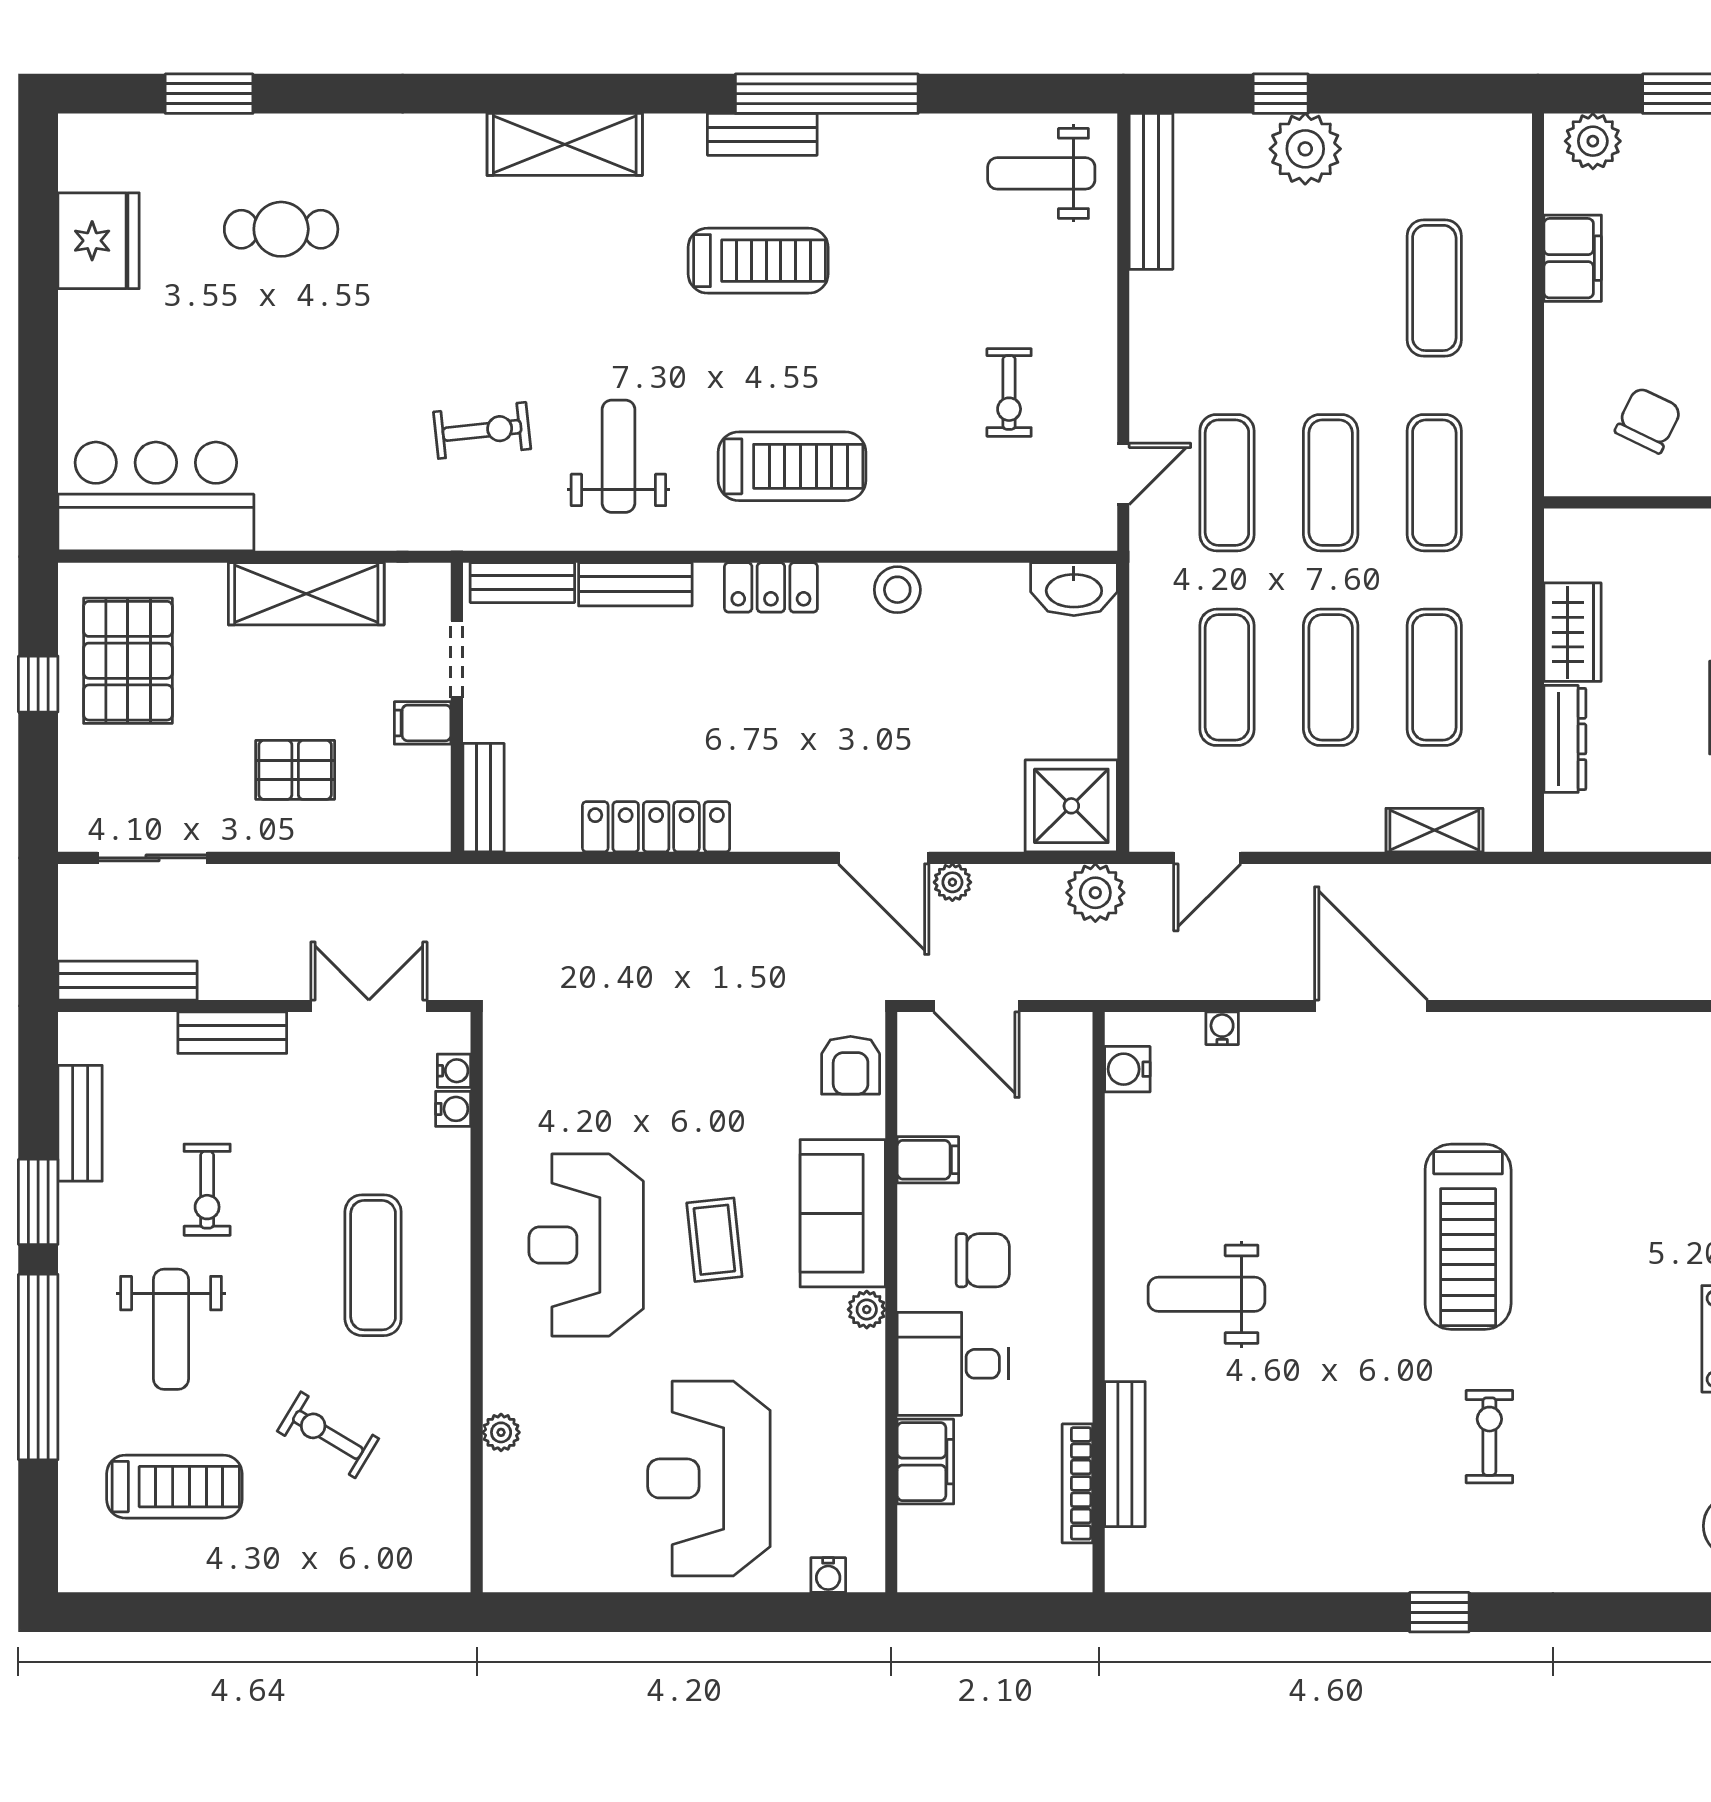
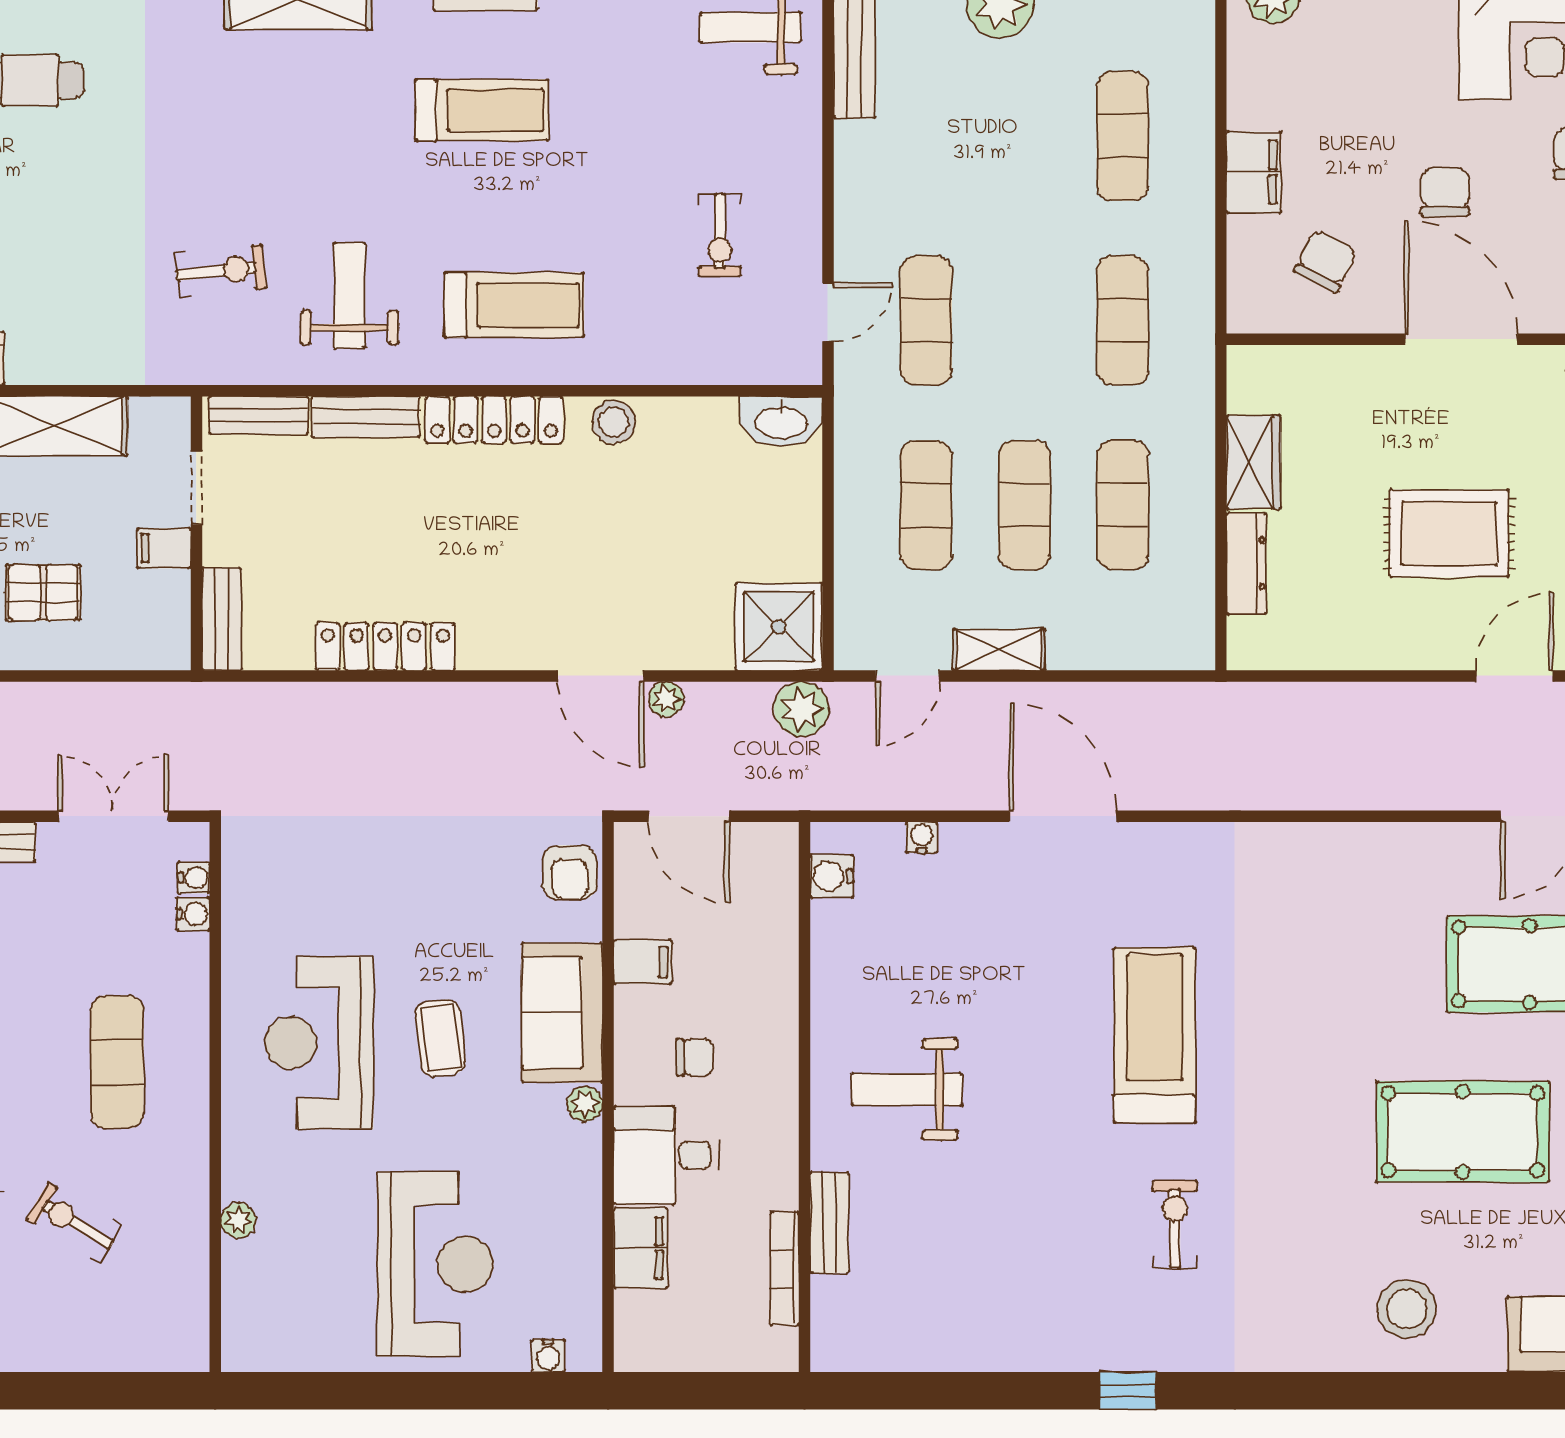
filing cabinet: (1573, 258) -> (1254, 172), moved
exercise mat: (1331, 483) -> (1024, 320), removed
locker: (771, 587) -> (494, 420), width x1.53
shelving: (1434, 830) -> (999, 650), moved
treadmill: (1468, 1237) -> (1155, 1035), turned 180
chair: (983, 1260) -> (695, 1057), width x0.73, depth x0.73
bench: (1125, 1454) -> (829, 1223), width x0.73
reception desk: (709, 1478) -> (435, 1264), turned 180

